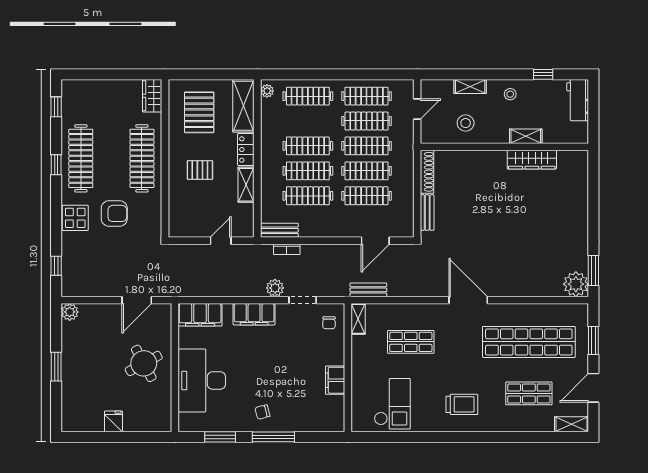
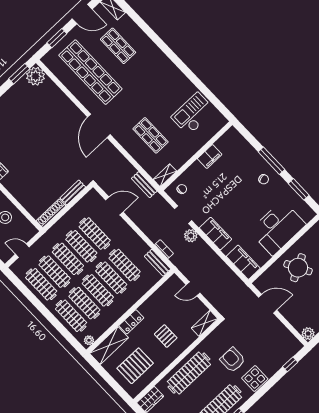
clothes rail: (308, 121) -> (84, 303), added
shelving: (246, 185) -> (205, 323), moved
trolley: (462, 404) -> (158, 76), removed

